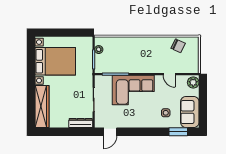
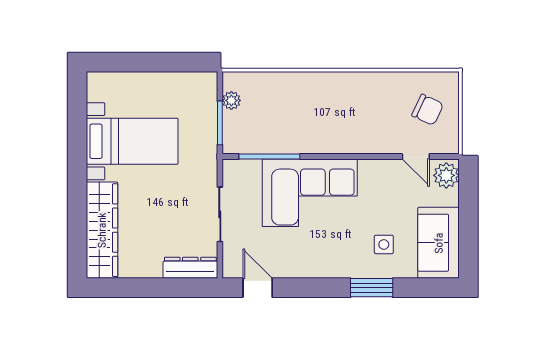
chair: (178, 46) -> (428, 110), moved
bed with nightstands: (55, 61) -> (132, 141), width x0.73
door: (169, 74) -> (416, 156), moved
door: (110, 132) -> (258, 288), swing flipped
window: (178, 132) -> (372, 288), moved

